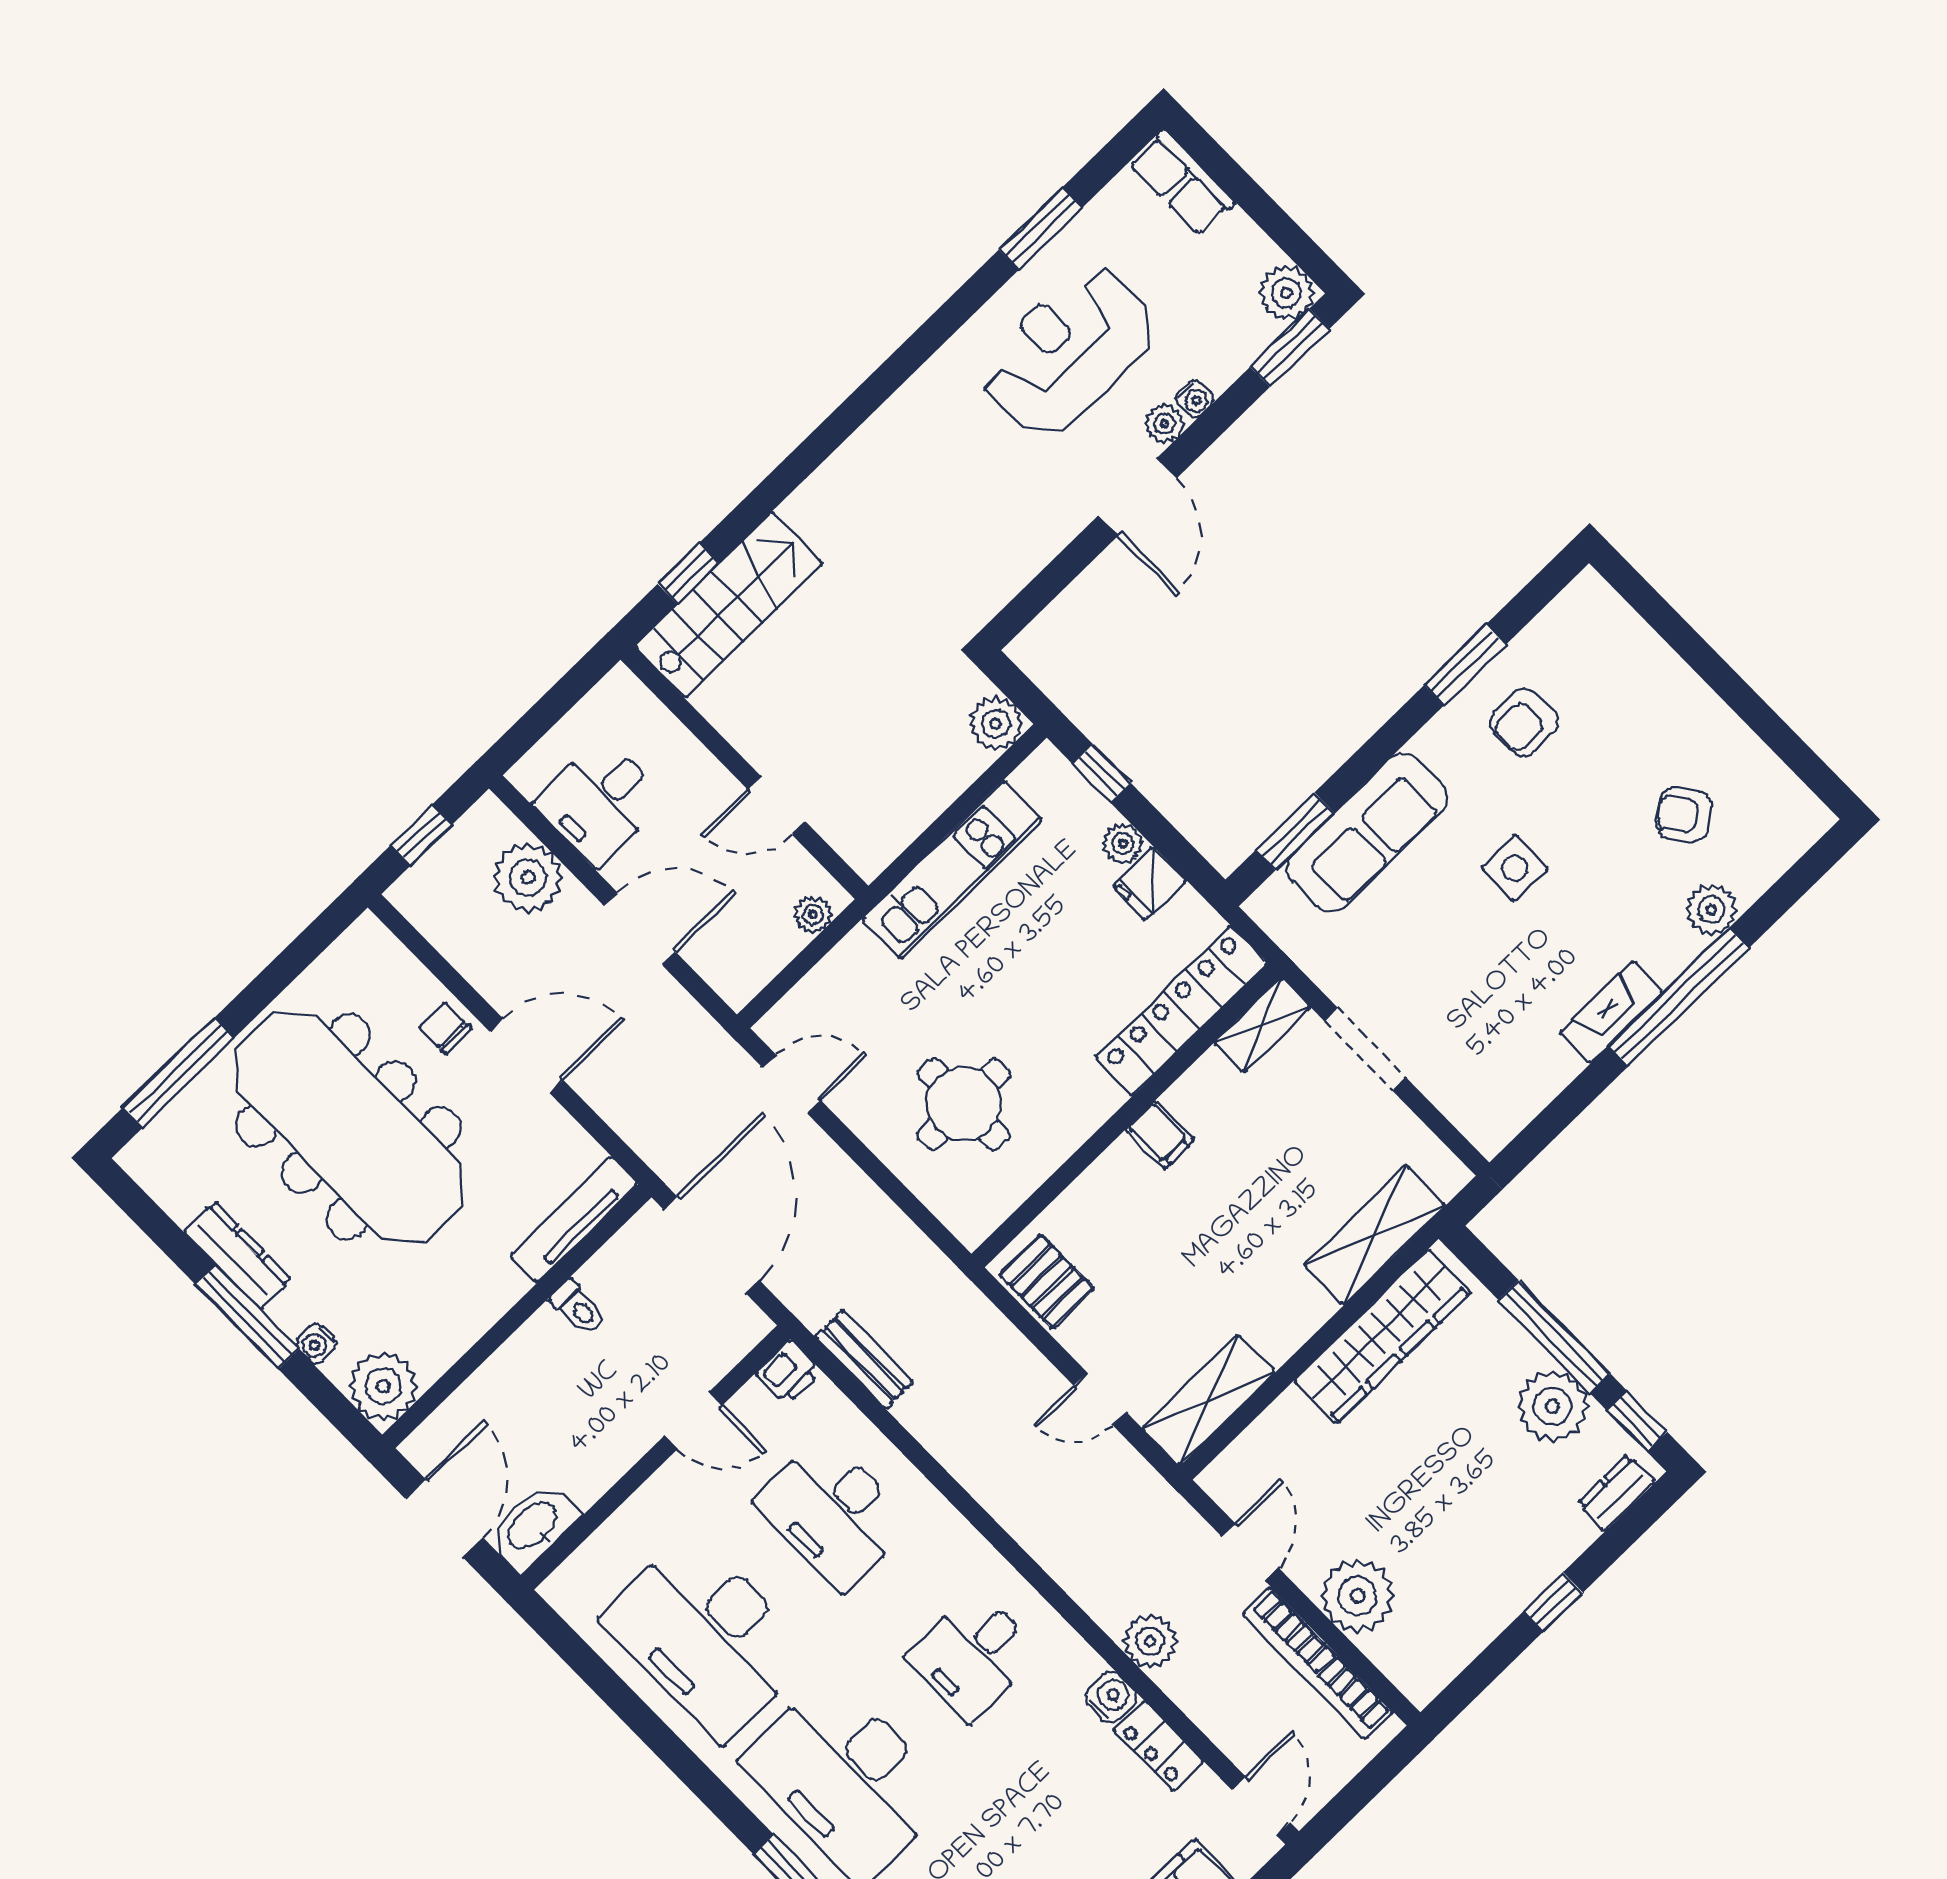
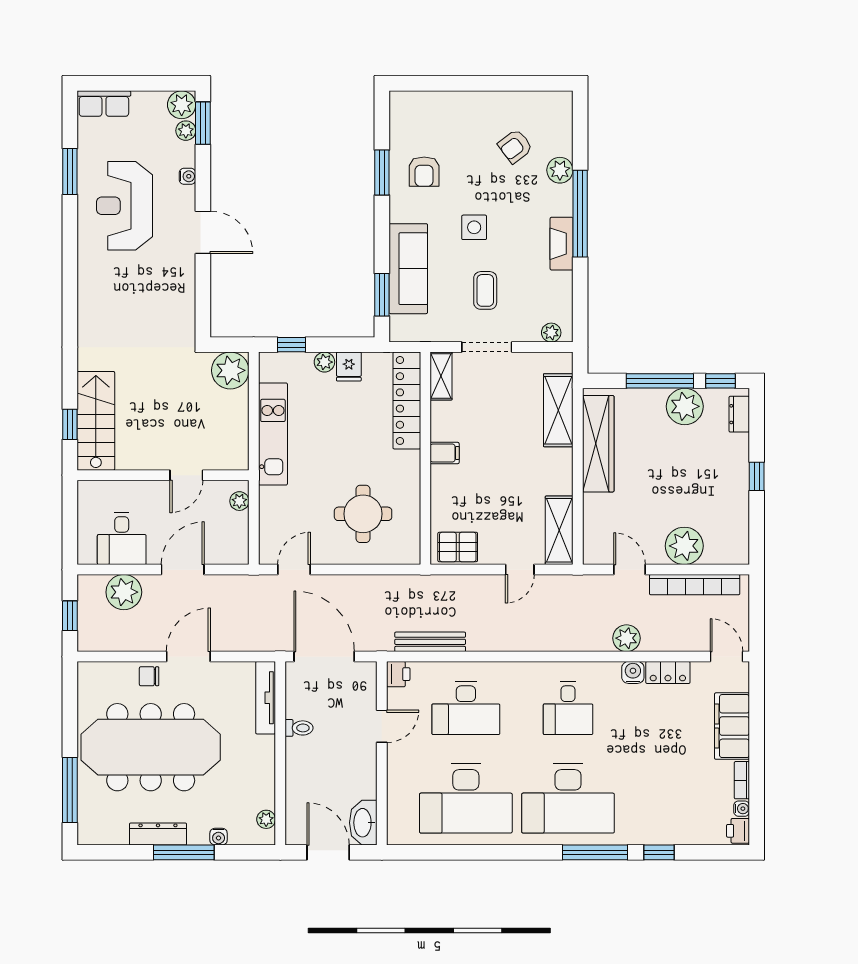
plant: (1165, 424) -> (186, 131), moved
plant: (996, 724) -> (230, 370), width x1.36, depth x1.36
coffee table: (1442, 970) -> (485, 290), added
plant: (1473, 1119) -> (551, 333), added
bench: (864, 1360) -> (430, 642), width x1.36
plant: (383, 1386) -> (266, 819), width x0.53, depth x0.53

